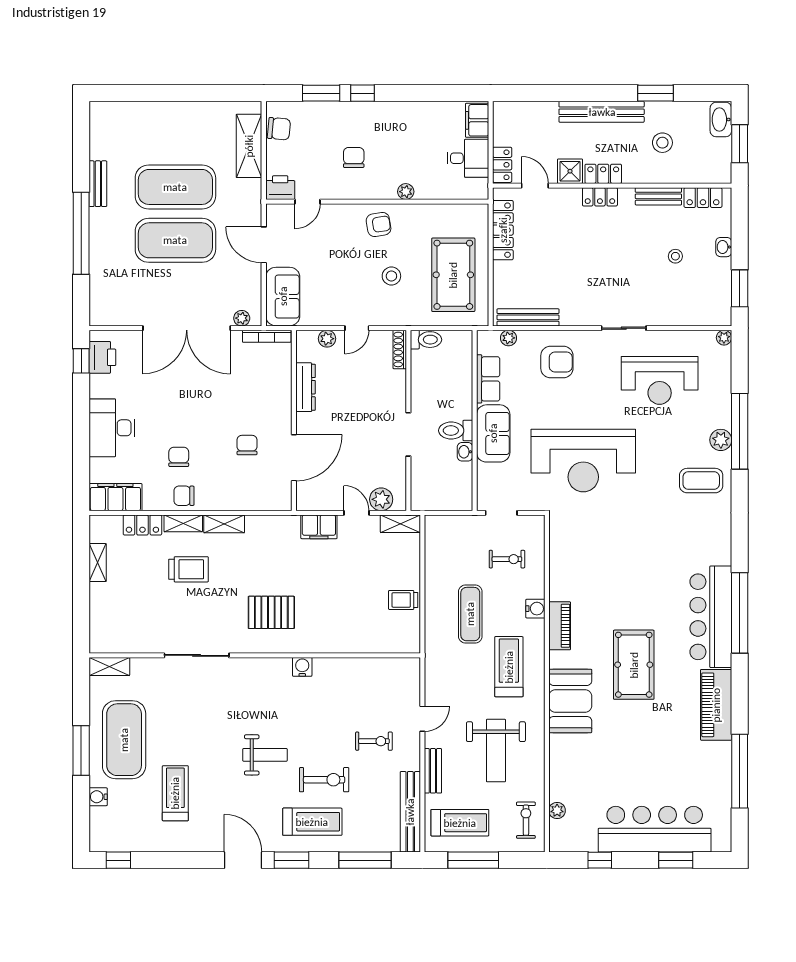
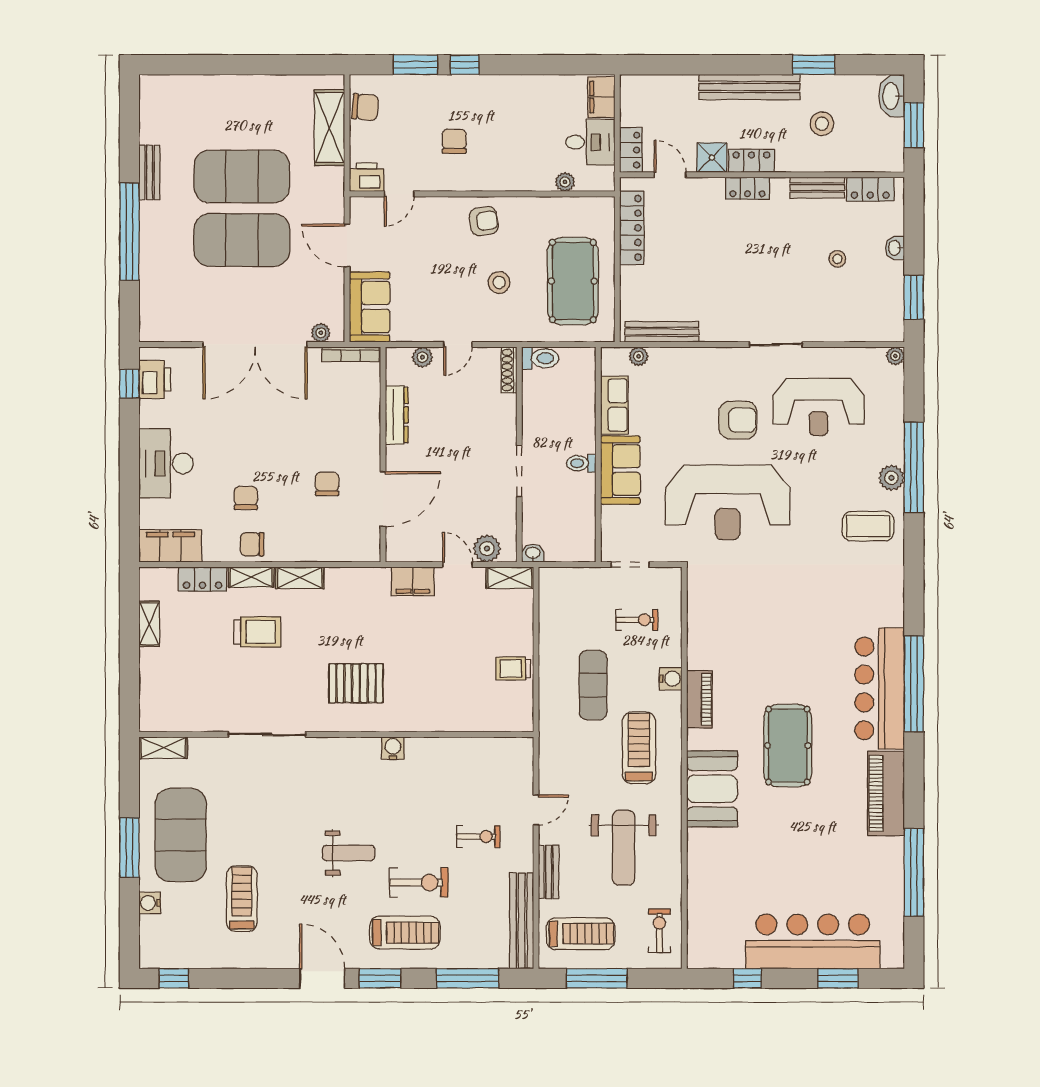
plant: (406, 192) -> (565, 182), moved
armchair: (557, 362) -> (738, 420), moved
toilet: (456, 431) -> (581, 463), width x0.73, depth x0.72
washbasin: (465, 452) -> (533, 553), moved, turned 90
plant: (557, 810) -> (696, 919), removed

